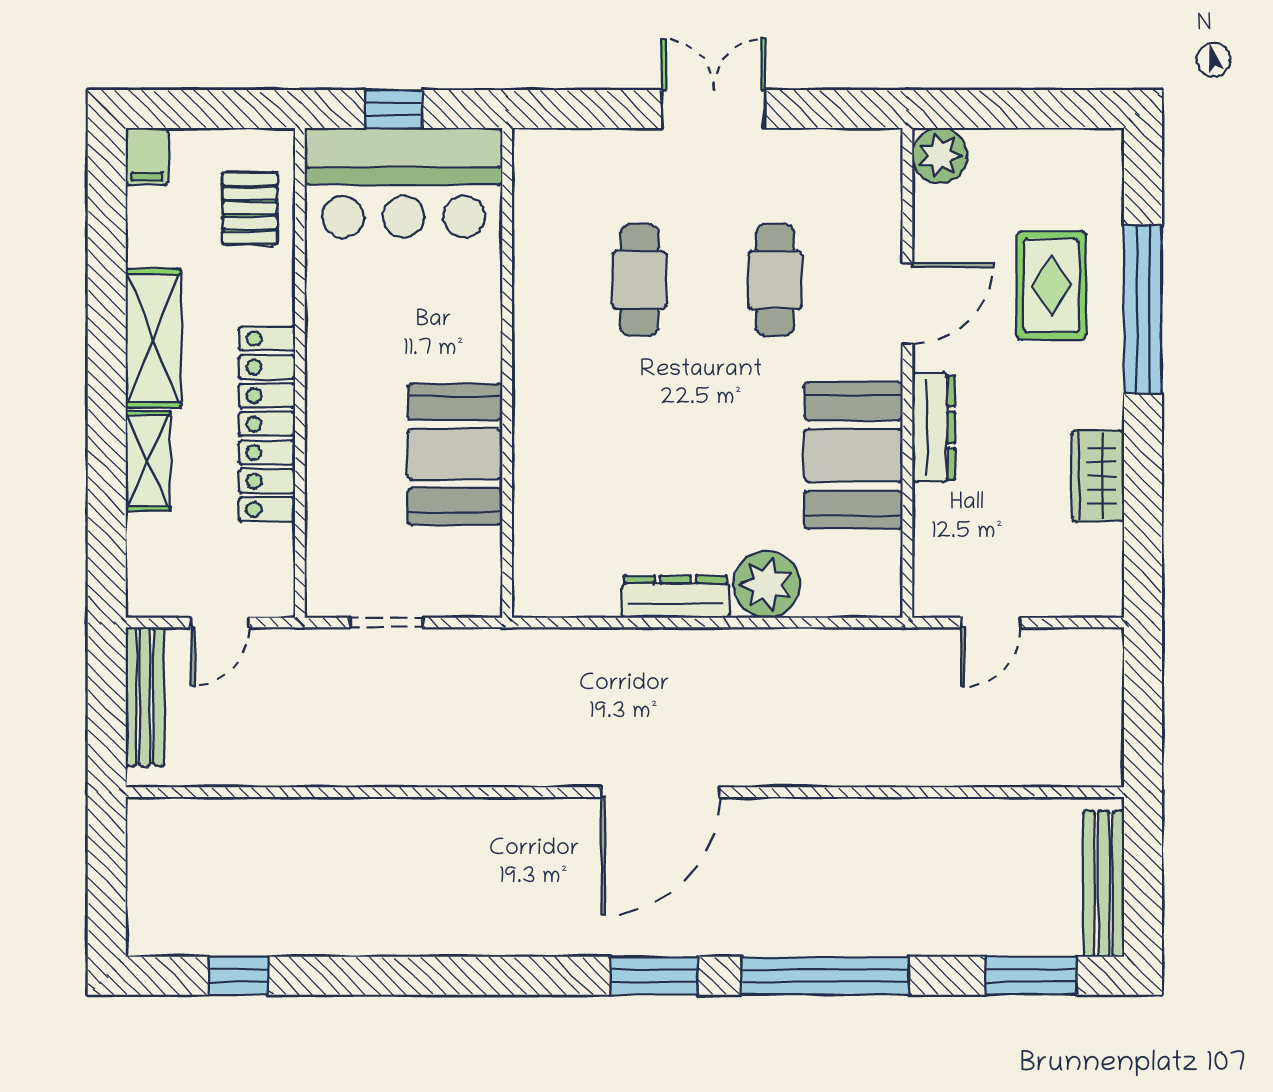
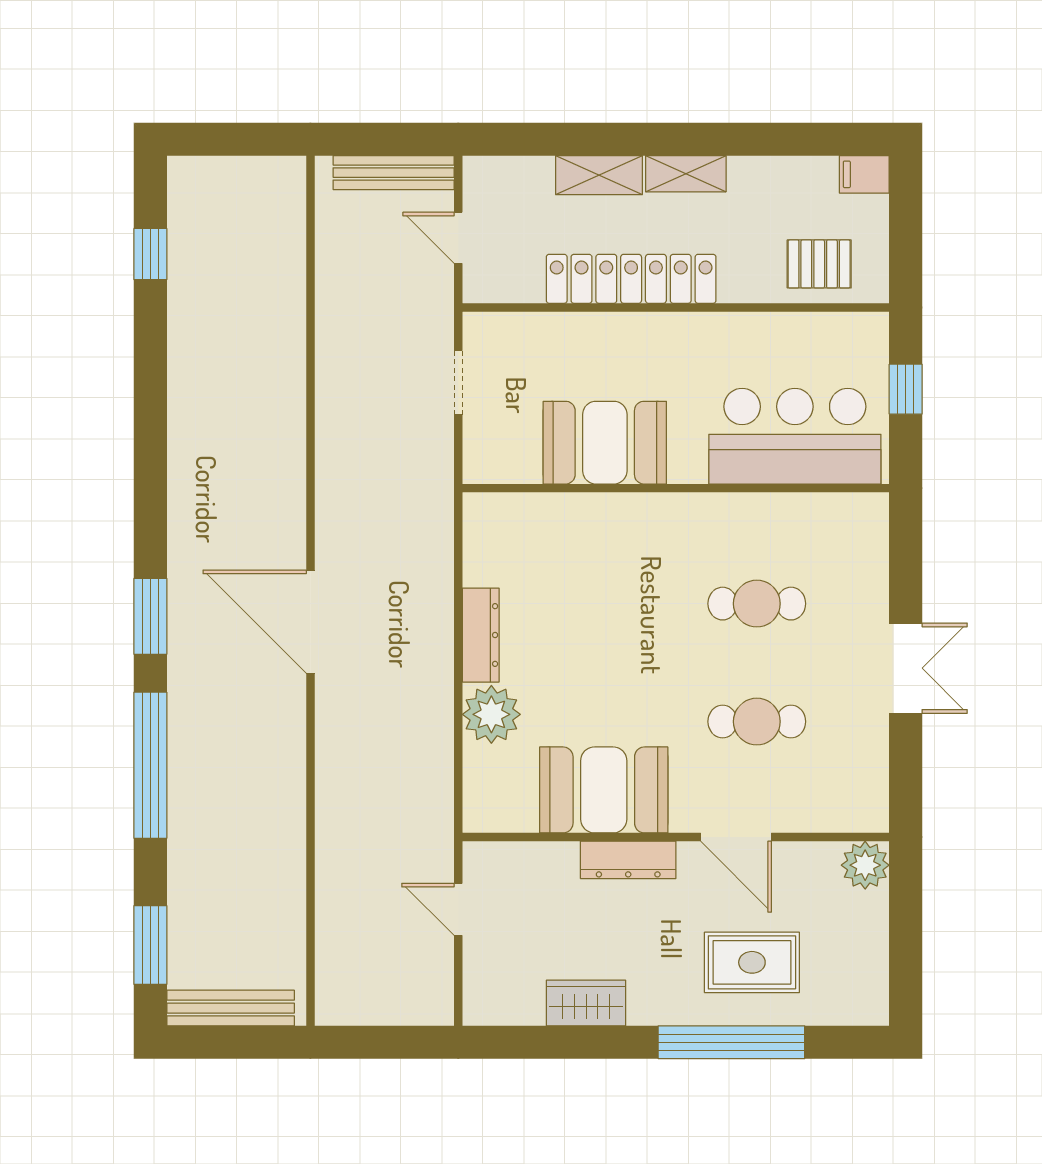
bar counter: (404, 183) -> (795, 436), moved, turned 90
shelving: (153, 338) -> (686, 174), width x0.67, depth x0.75

